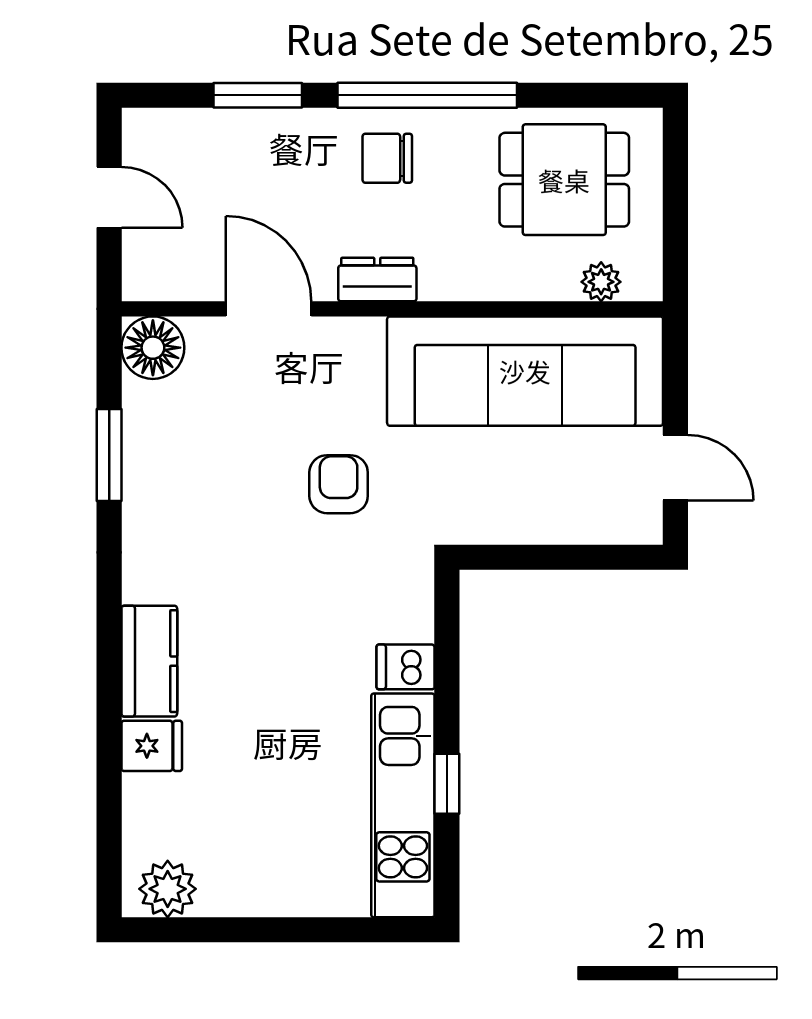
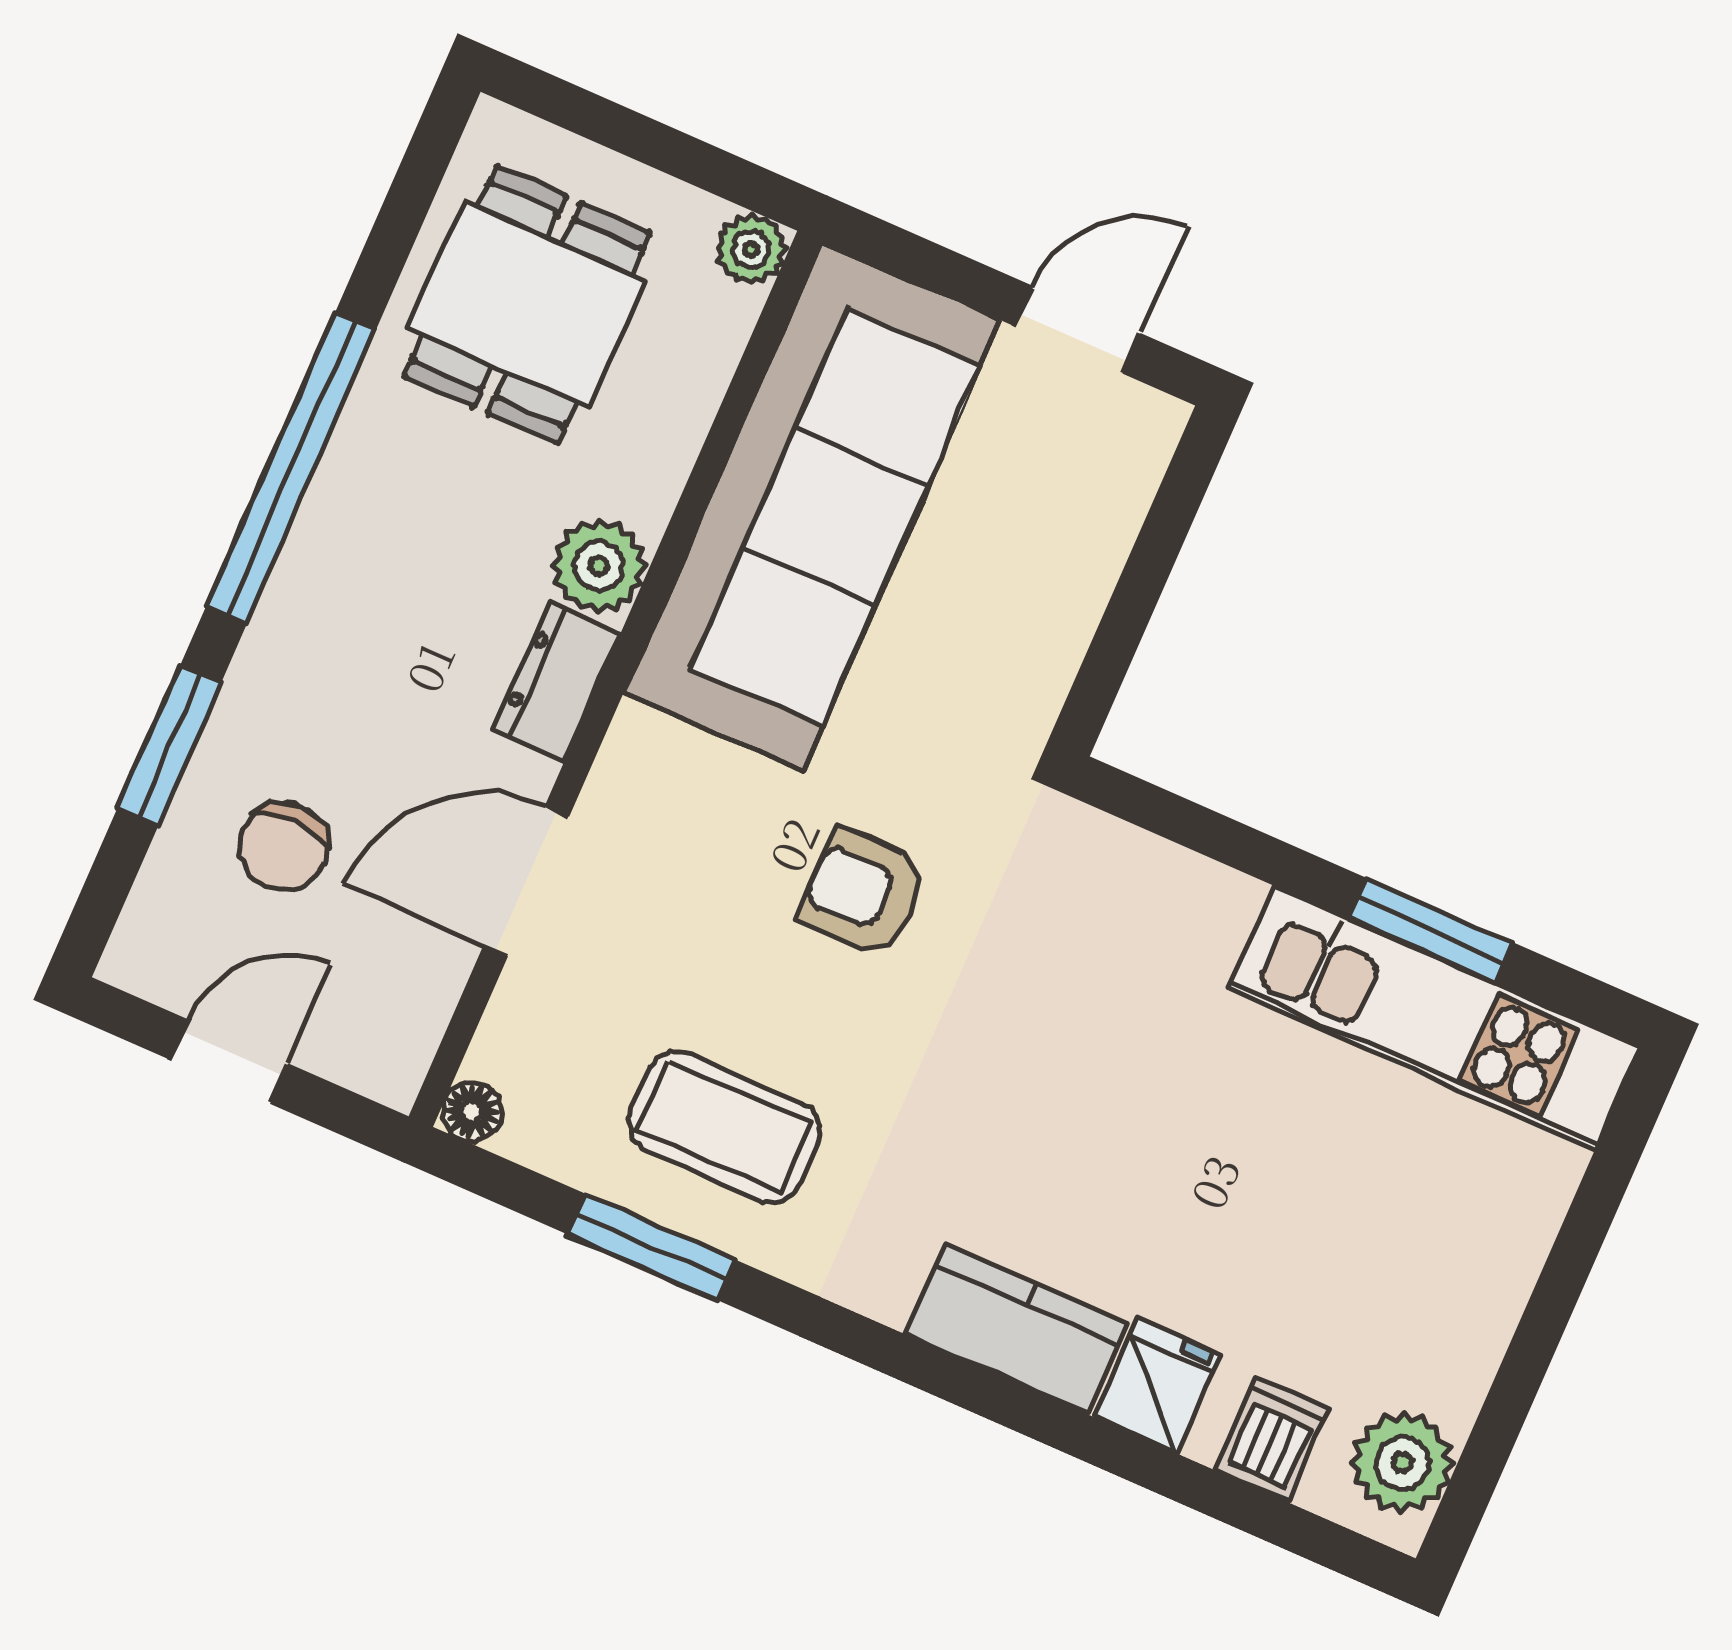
chair: (387, 158) -> (284, 847), moved
plant: (447, 275) -> (599, 566), added
plant: (601, 282) -> (751, 249), moved
floor lamp: (153, 348) -> (472, 1112), width x0.53, depth x0.53
coffee table: (187, 466) -> (724, 1127), added
dishwasher: (406, 667) -> (1273, 1439), moved, turned 180
window: (447, 784) -> (1431, 930), width x1.50

